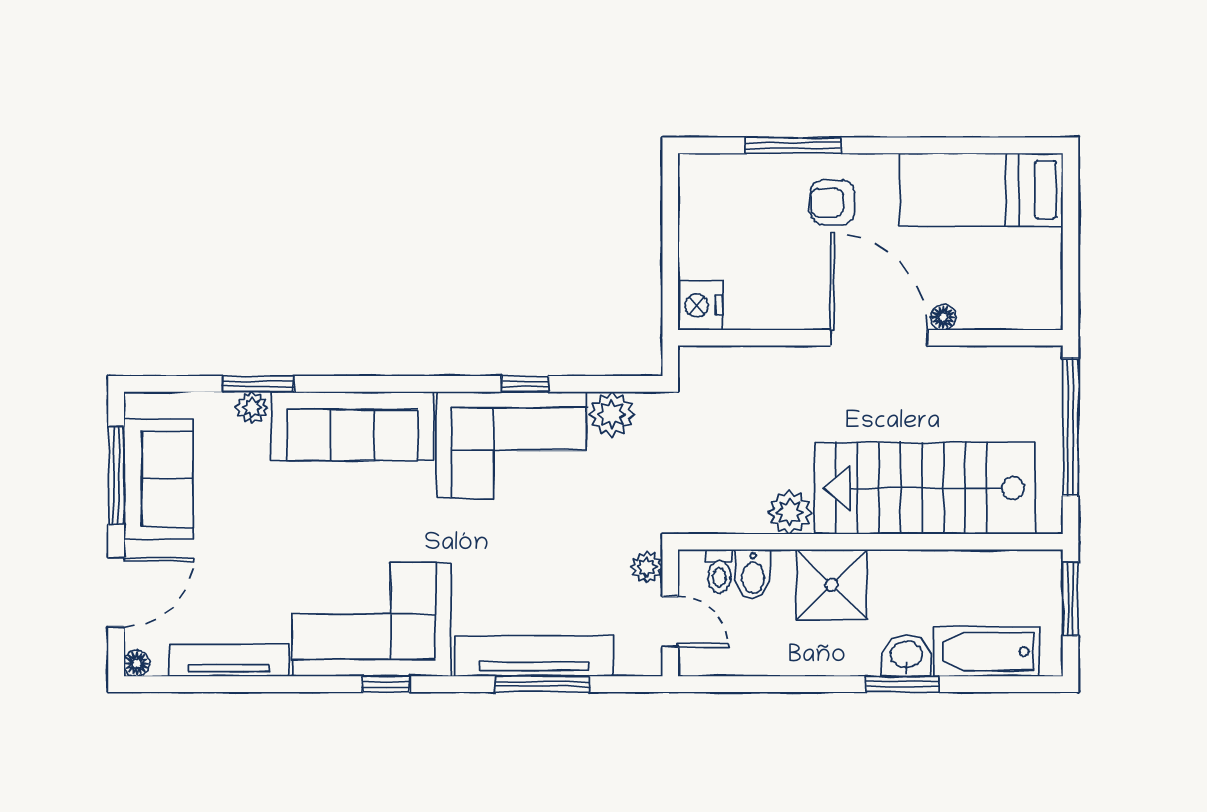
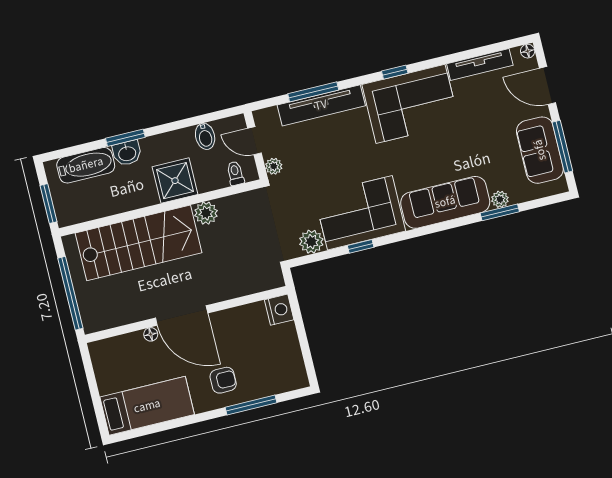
bidet: (753, 574) -> (205, 136), moved, turned 180
door: (116, 592) -> (548, 86), hinge flipped

